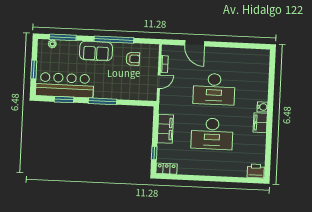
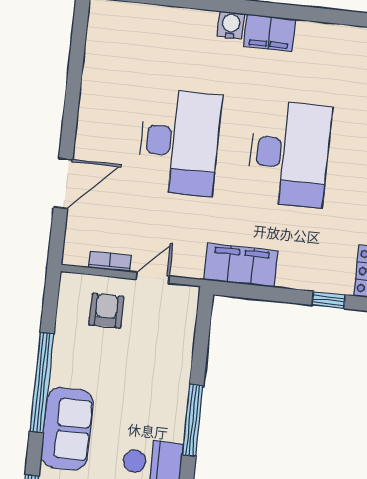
armchair: (133, 59) -> (106, 311), moved
door: (159, 82) -> (153, 278), hinge flipped
filing cabinet: (165, 129) -> (241, 265), moved

